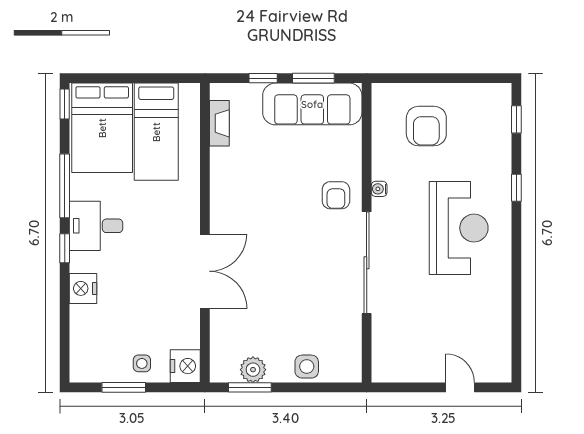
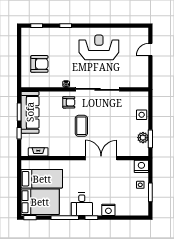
coffee table: (281, 225) -> (81, 126), added
reception desk: (459, 228) -> (99, 47), moved

